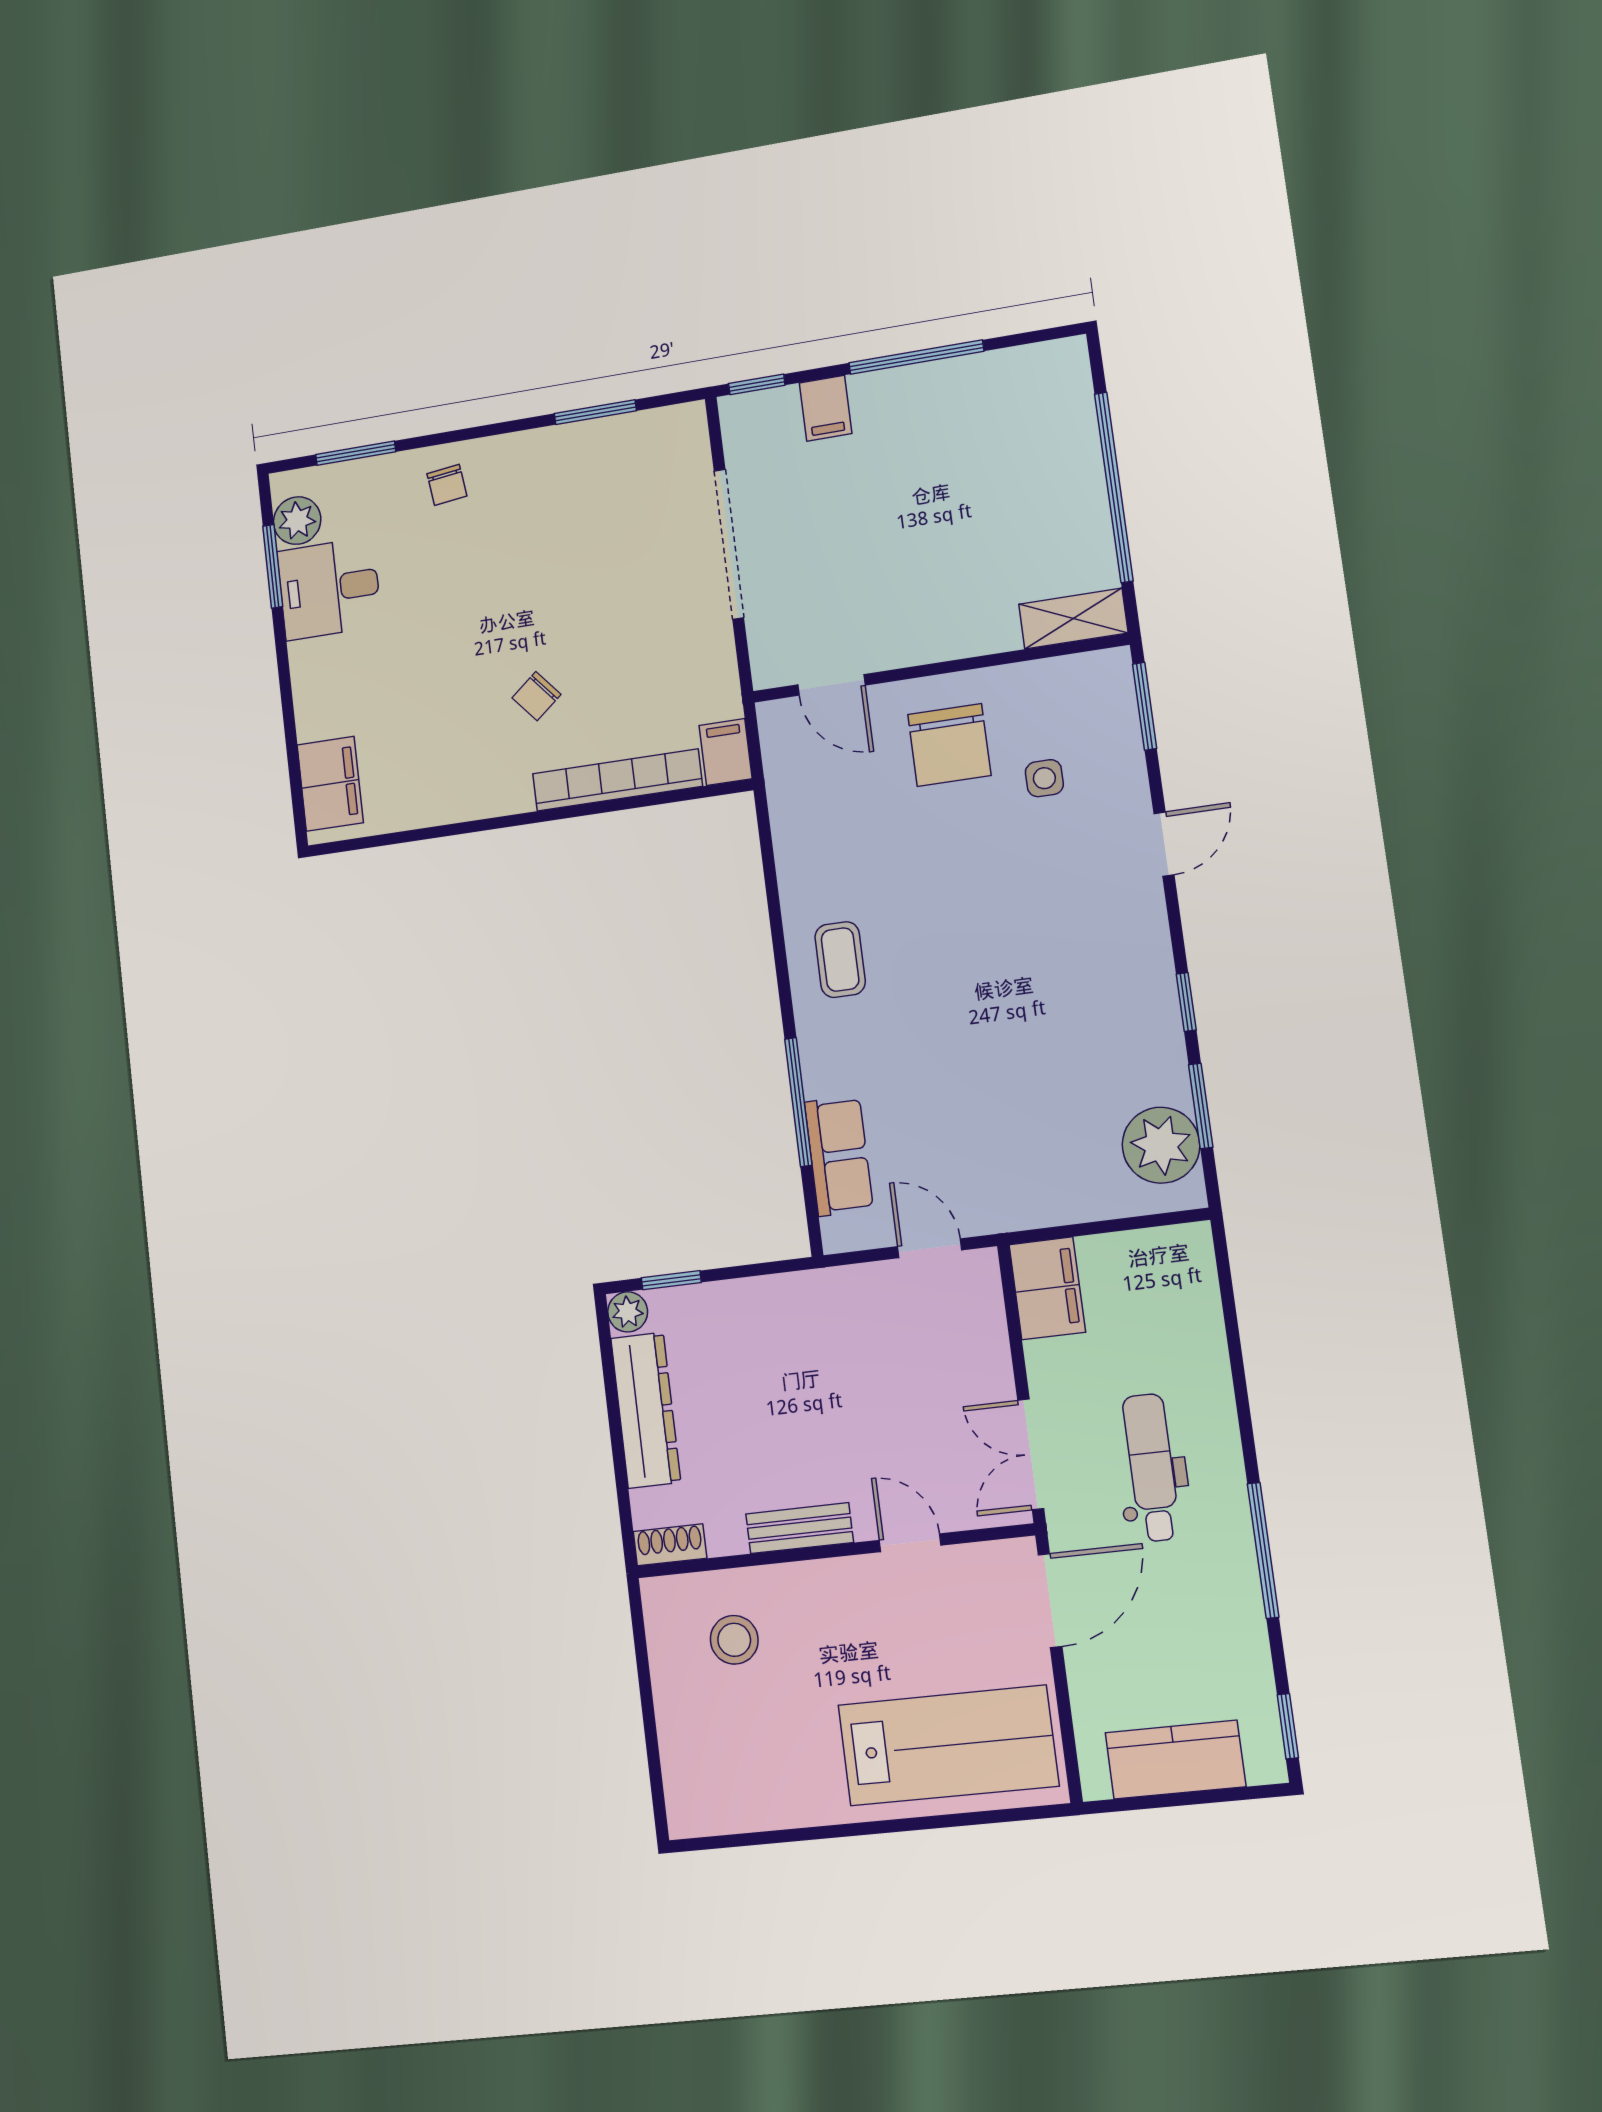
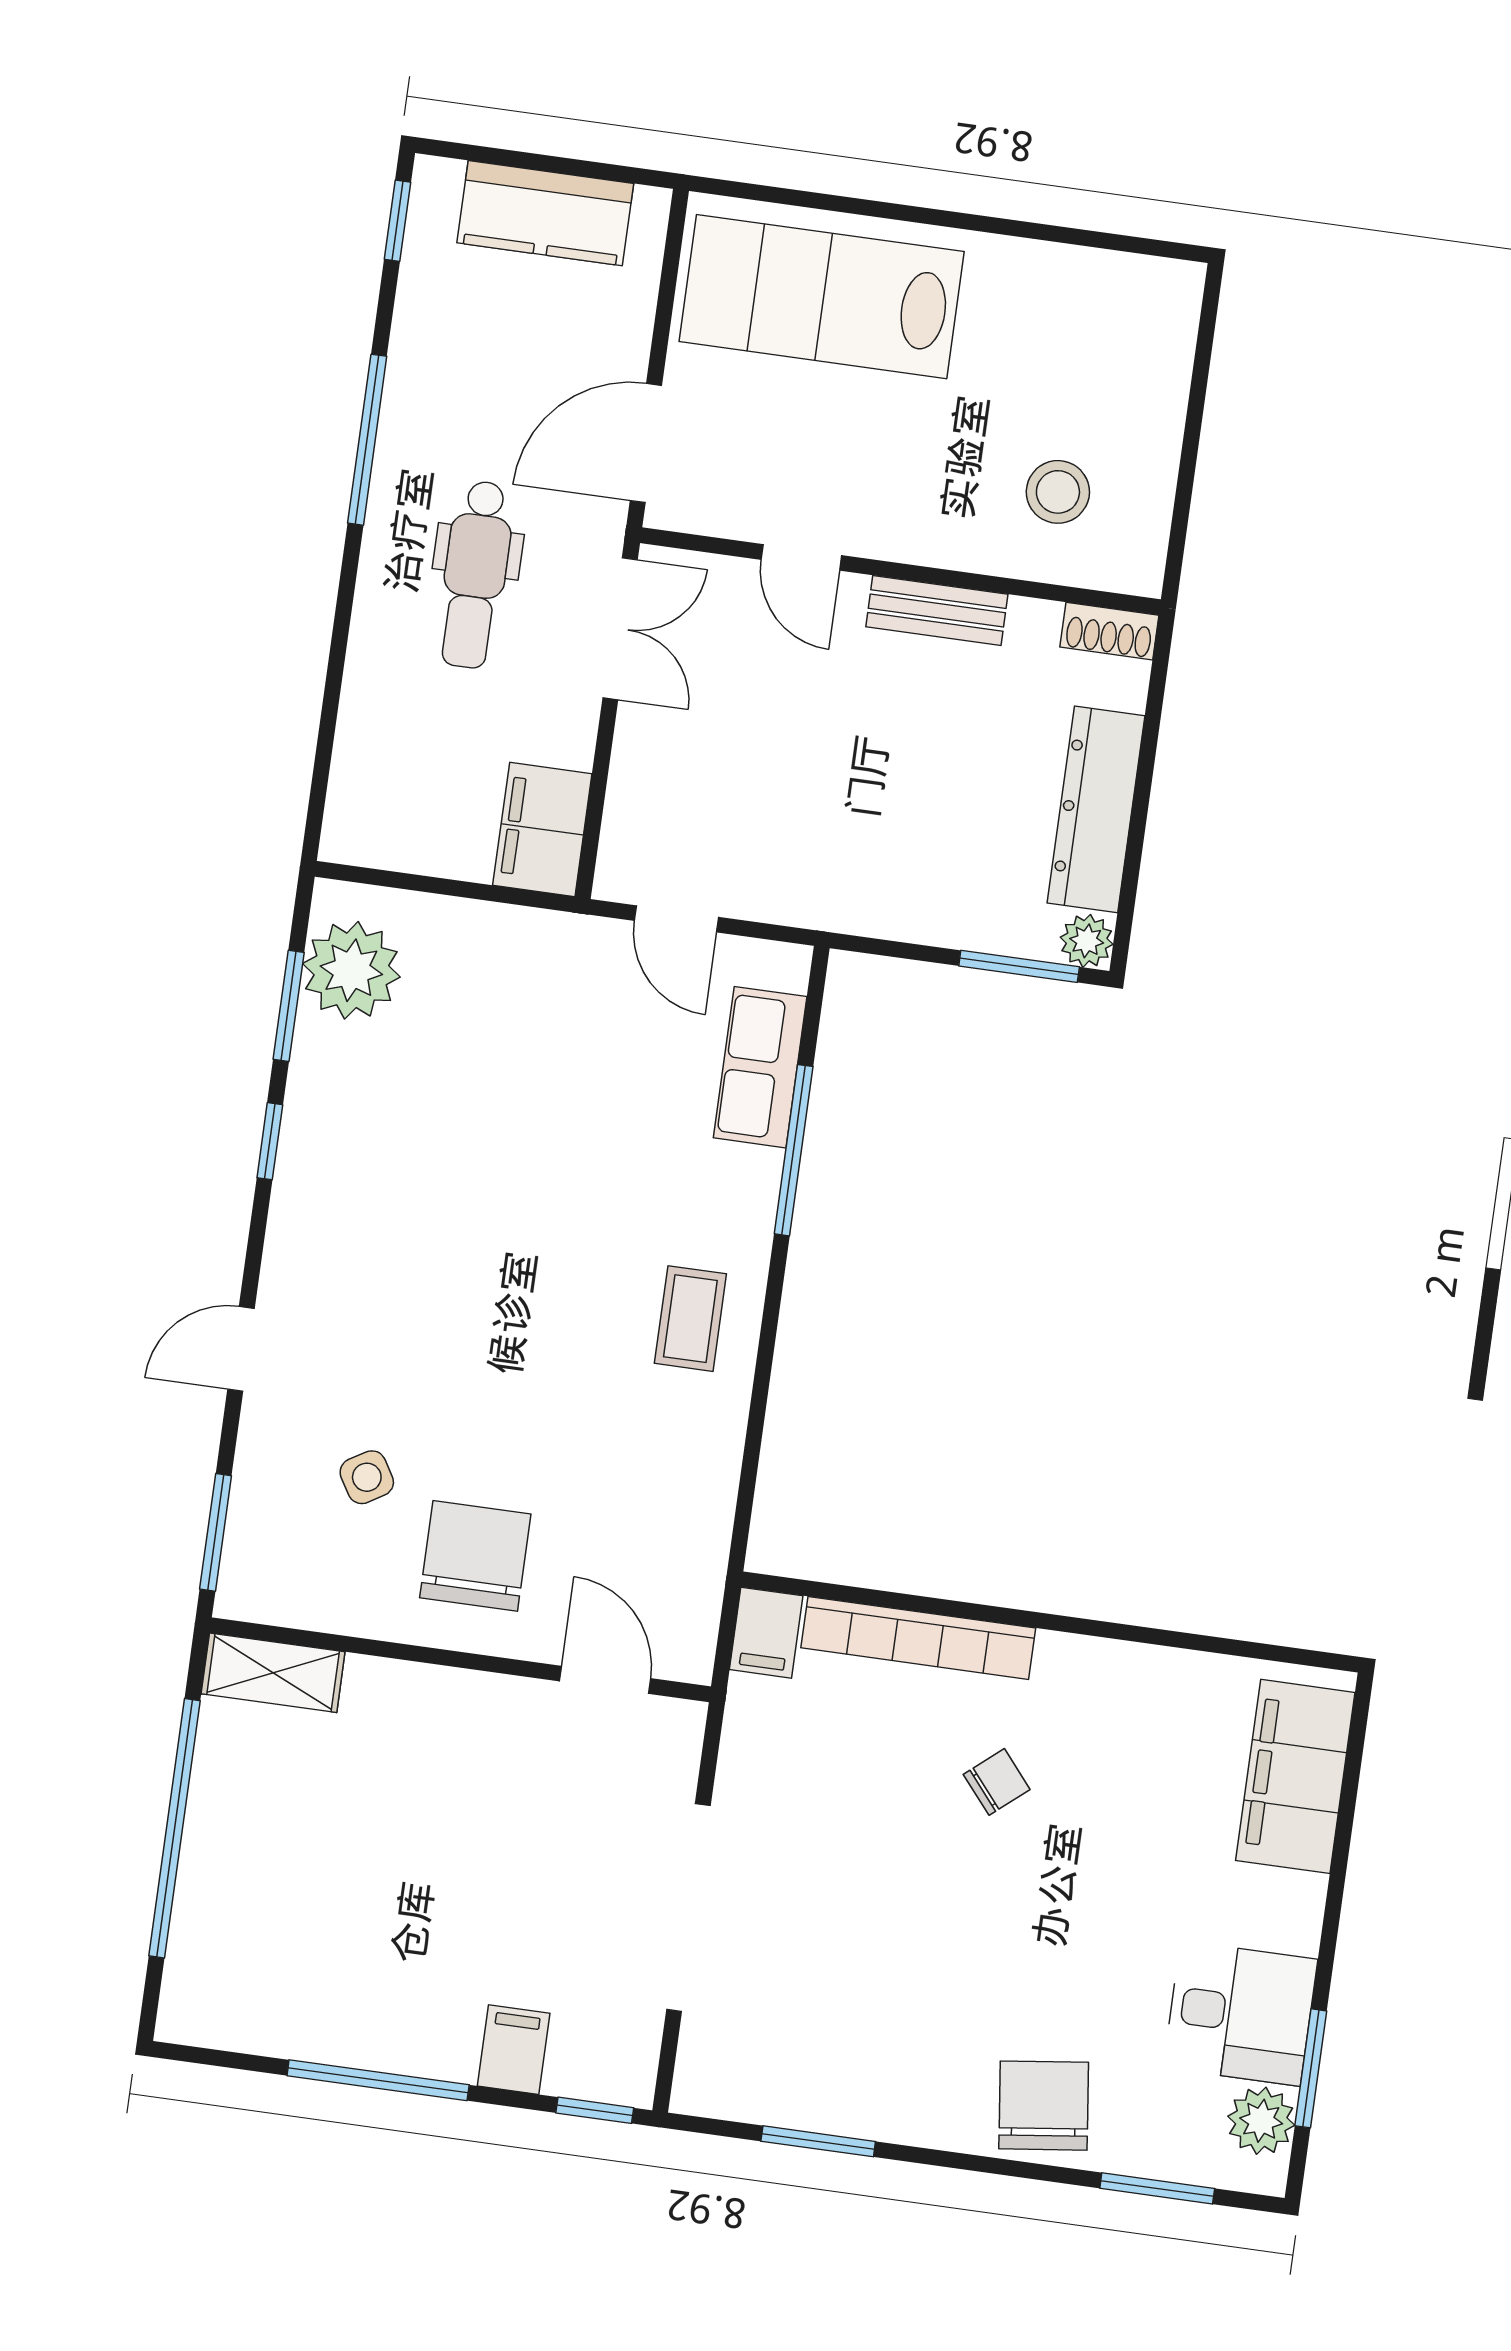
chair: (447, 485) -> (1044, 2106), width x1.87, depth x1.87
side table: (1044, 778) -> (367, 1477), turned -31
filing cabinet: (330, 784) -> (1295, 1776), width x1.50, depth x1.17
window: (671, 1280) -> (1019, 966), width x1.50

